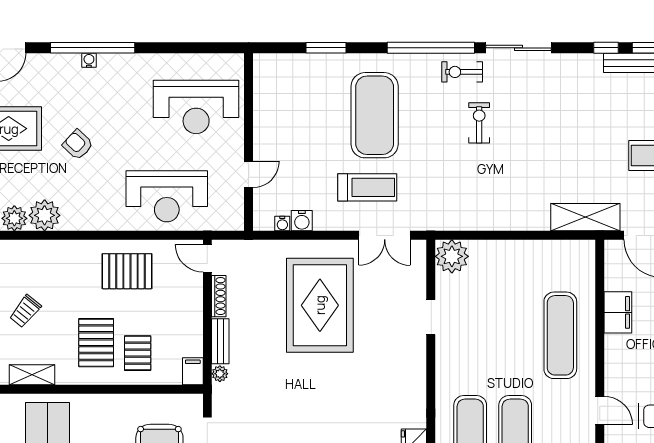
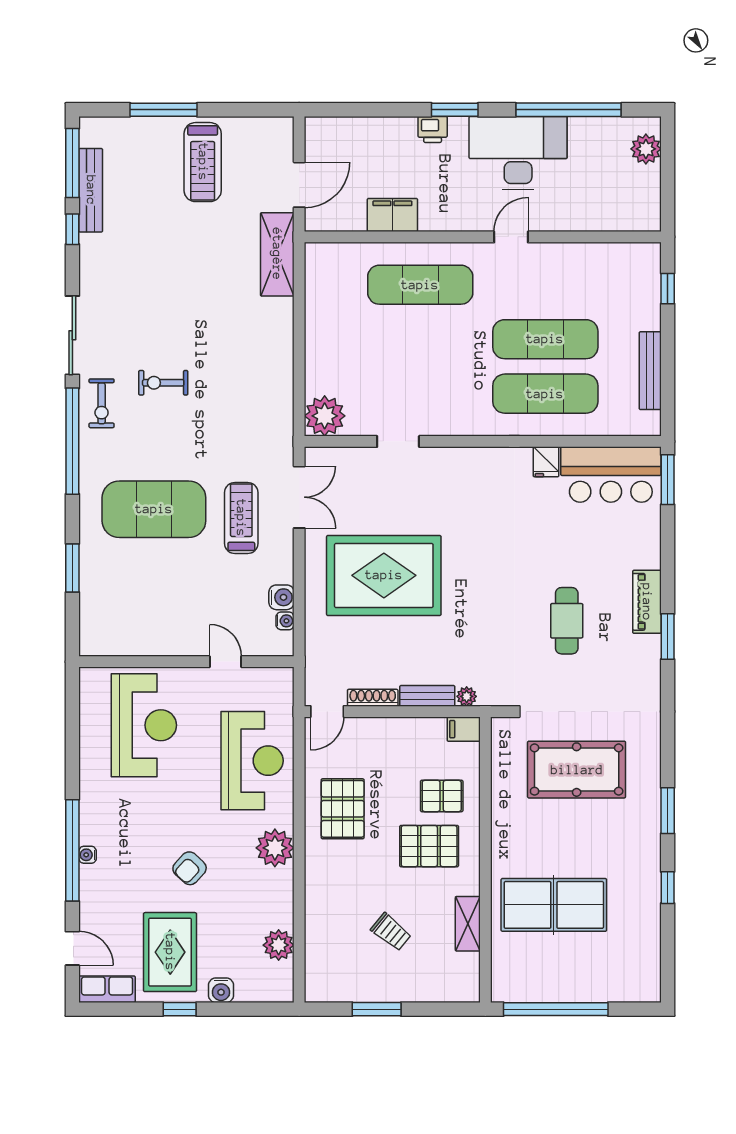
plant: (45, 215) -> (275, 848), moved

